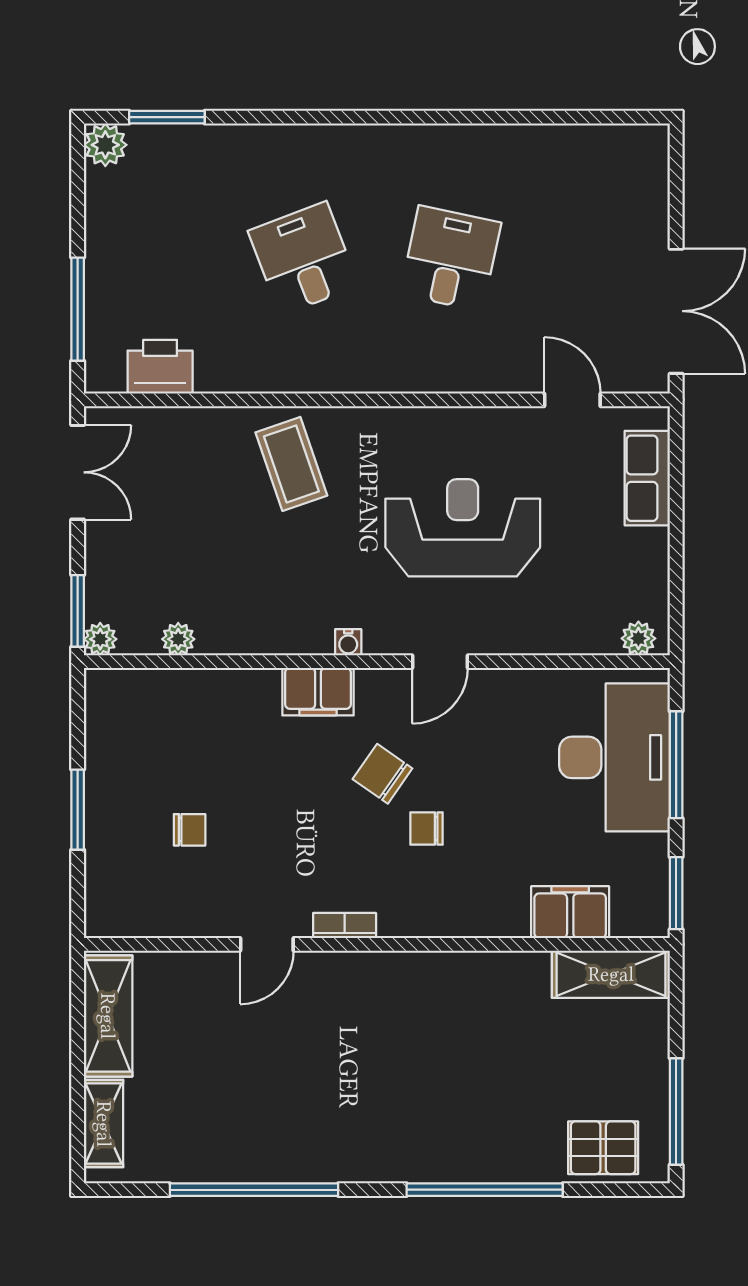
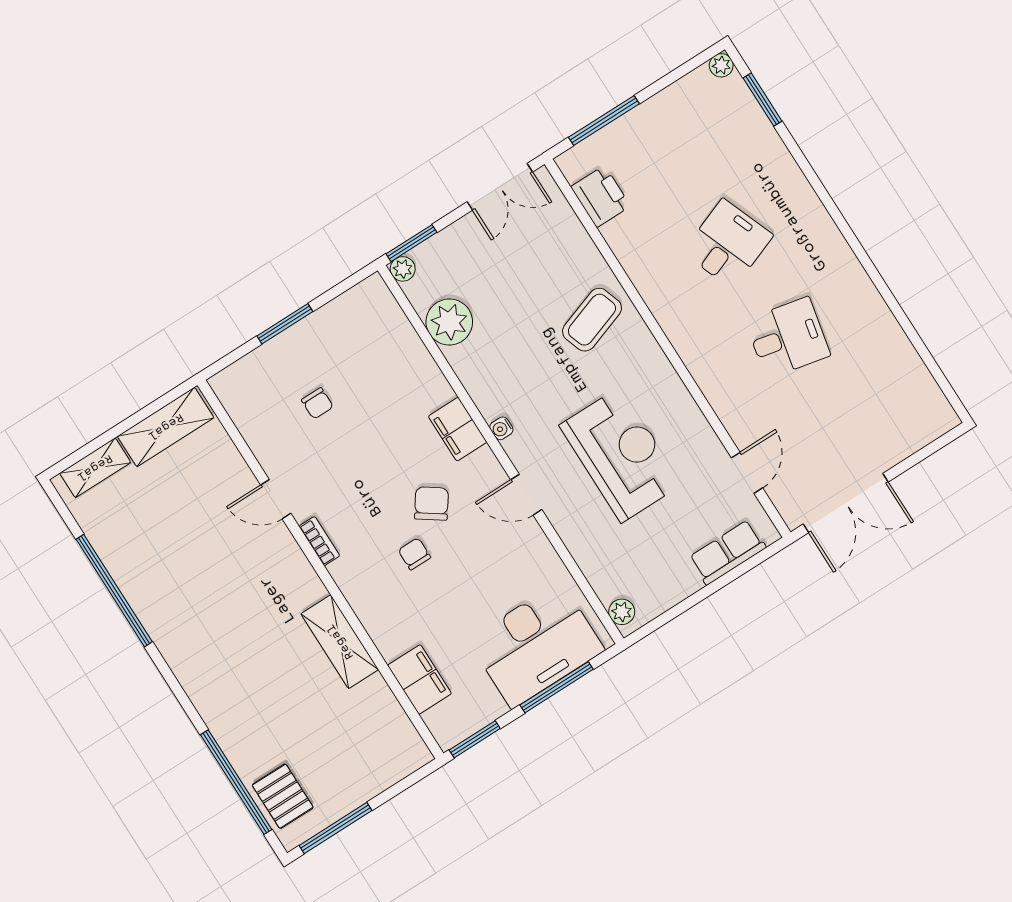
plant: (105, 145) -> (721, 65), width x0.73, depth x0.73
plant: (178, 639) -> (449, 322), width x1.88, depth x1.88
shelving: (611, 974) -> (340, 642), moved
window: (485, 1190) -> (236, 782), moved

